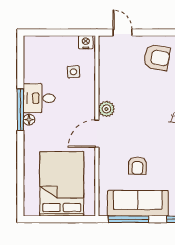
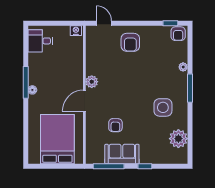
armchair: (157, 57) -> (130, 42), turned 81
side table: (73, 72) -> (66, 53), removed
desk: (39, 98) -> (40, 41), moved
sofa: (138, 203) -> (122, 154), width x0.73

